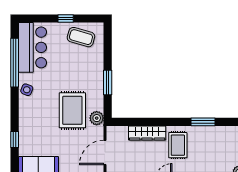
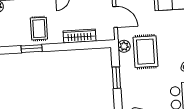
rug: (178, 145) -> (39, 29), moved
door: (105, 152) -> (115, 17), hinge flipped

